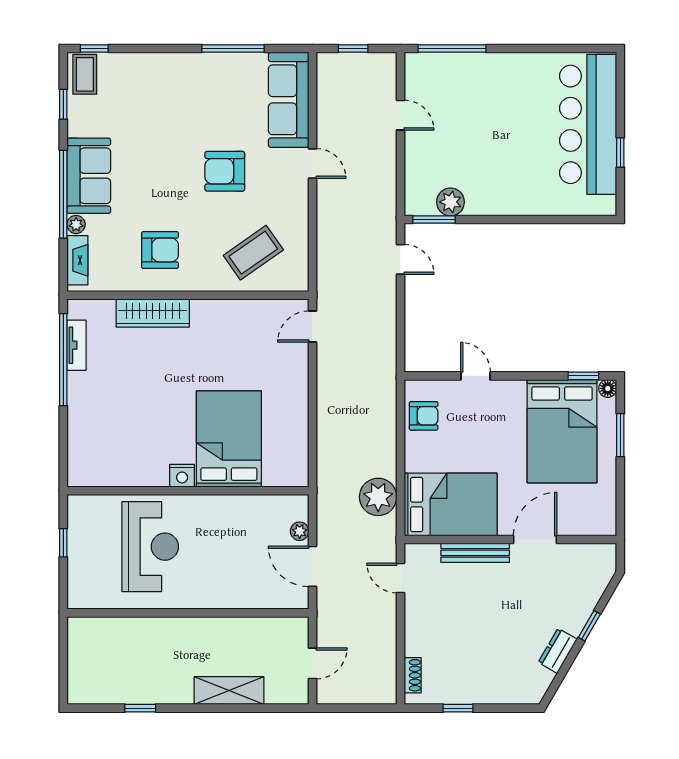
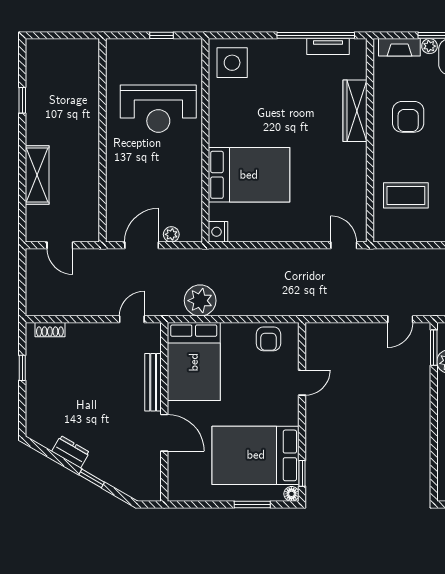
coffee table: (253, 253) -> (406, 195), turned -55
side table: (96, 459) -> (232, 63), added
nightstand: (182, 476) -> (218, 232), moved

